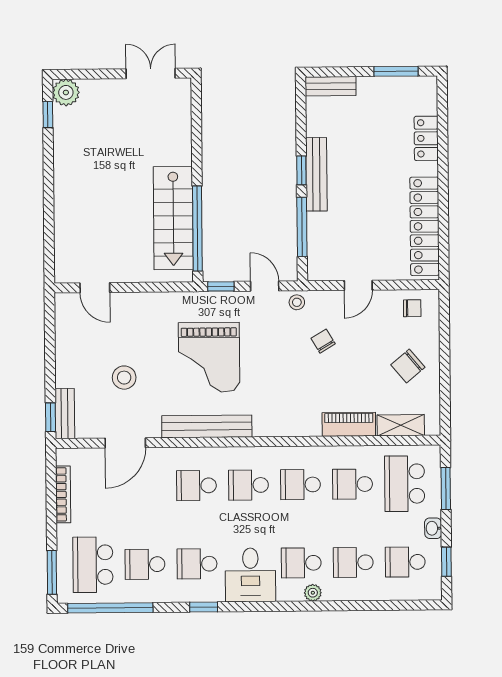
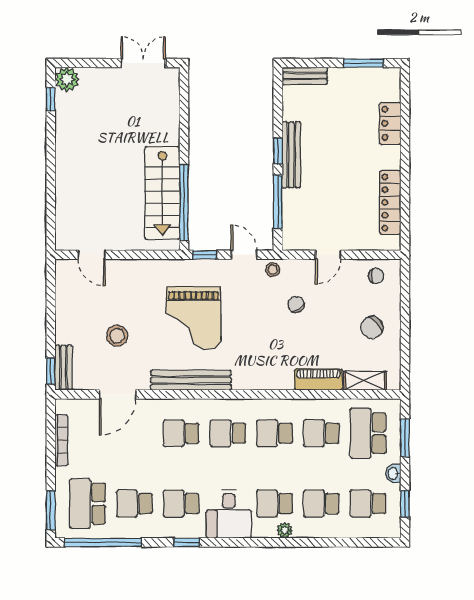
locker: (425, 226) -> (390, 202), width x0.71, depth x0.83

